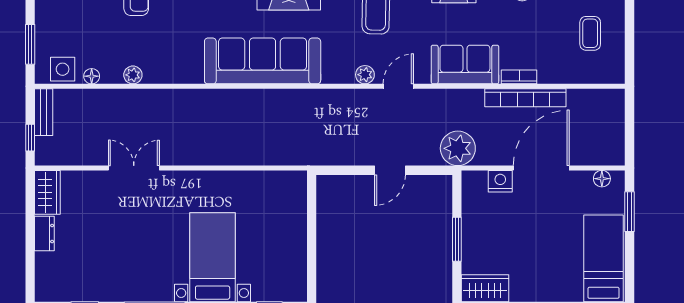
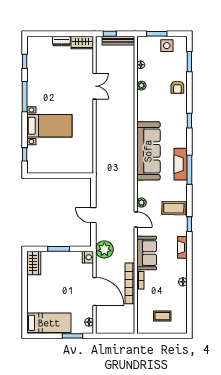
side table: (63, 69) -> (167, 46), moved
bench: (44, 112) -> (118, 41), width x1.36
nightstand: (500, 181) -> (88, 257), moved

